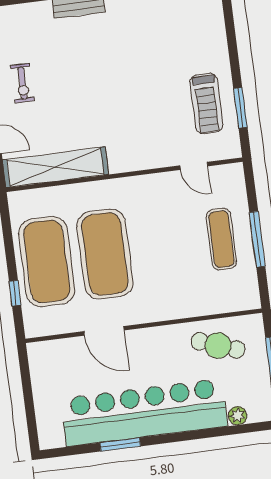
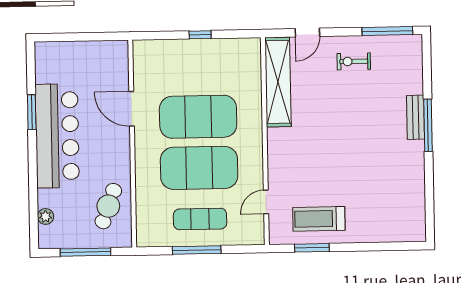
exercise mat: (47, 261) -> (199, 168), moved
window: (15, 293) -> (200, 35), moved
door: (104, 331) -> (132, 109), hinge flipped
bar counter: (144, 412) -> (57, 136), width x0.73

